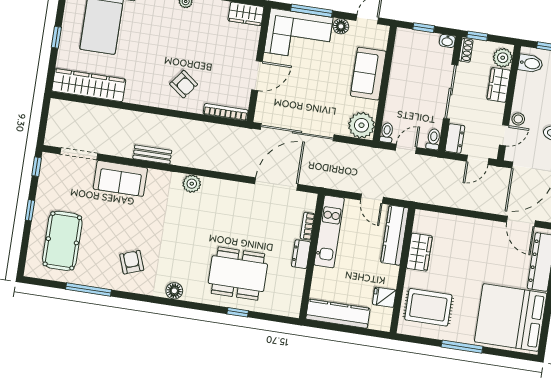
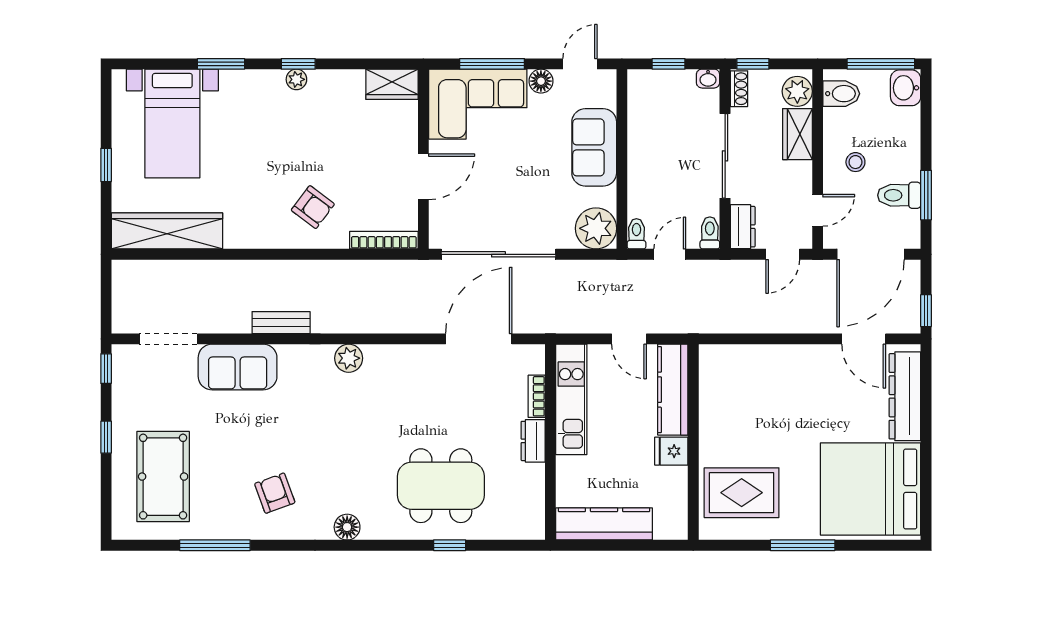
stool: (518, 119) -> (855, 162), moved
wardrobe: (419, 252) -> (715, 410), removed
fridge: (384, 297) -> (671, 451), moved

